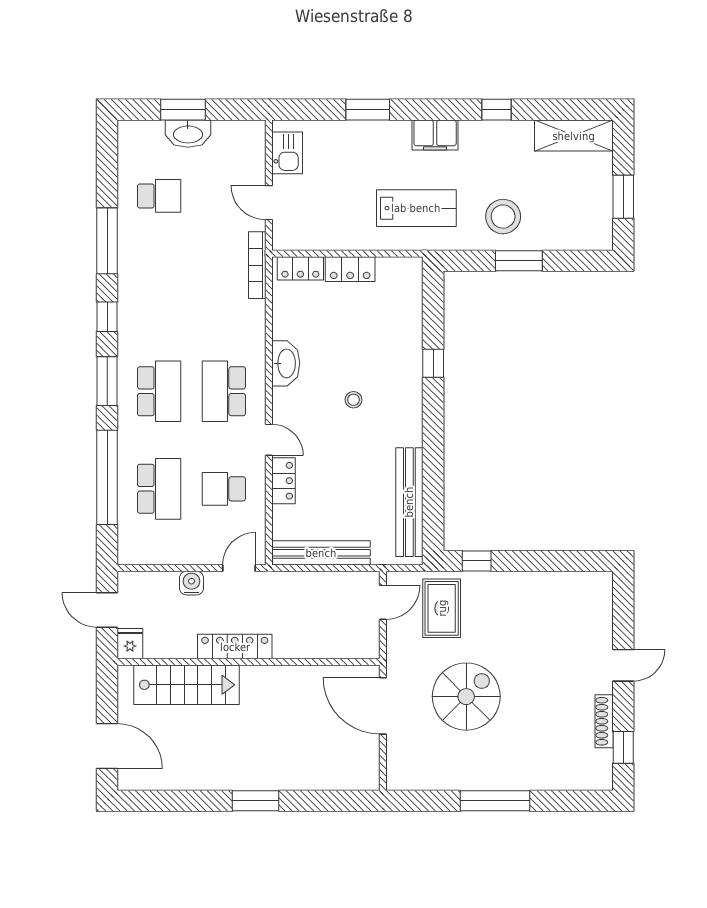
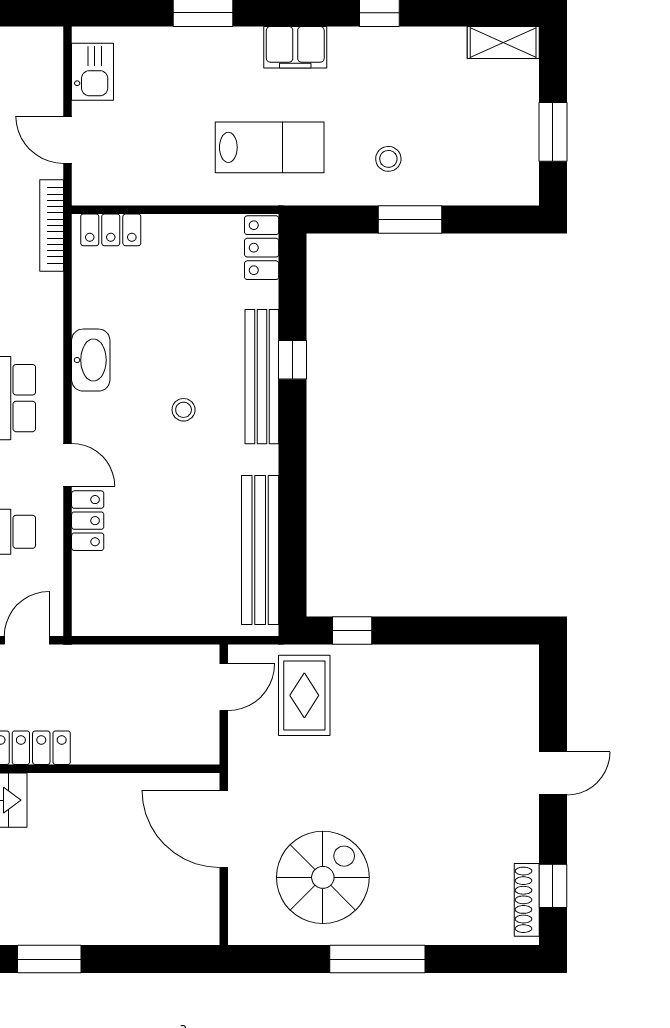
shelving: (574, 136) -> (503, 43), width x0.67, depth x0.75
stool: (503, 217) -> (388, 159), width x0.53, depth x0.53
locker: (350, 269) -> (262, 248), moved, turned 90
bench: (321, 553) -> (262, 377), moved, turned 90
spiral stairs: (466, 697) -> (323, 877), moved
shoe rack: (604, 721) -> (527, 900), moved

